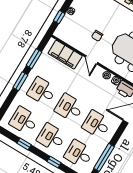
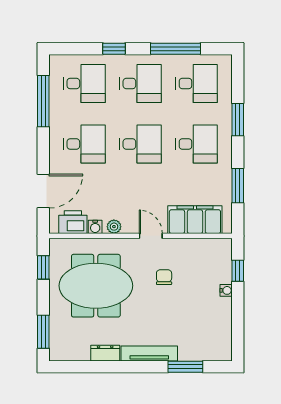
window: (20, 81) -> (238, 120), moved
window: (24, 144) -> (175, 49), width x2.17

